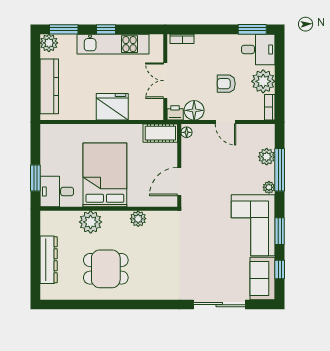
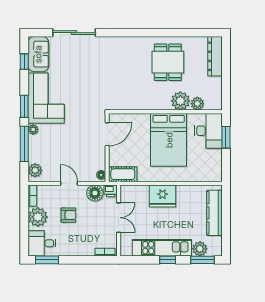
plant: (49, 43) -> (200, 249), moved
plant: (267, 157) -> (35, 170), moved
desk: (57, 191) -> (208, 131), width x1.37
plant: (138, 219) -> (197, 104), moved
window: (280, 231) -> (24, 106), moved
dresser: (49, 260) -> (215, 56), moved
dining table: (106, 269) -> (168, 62), turned 90

